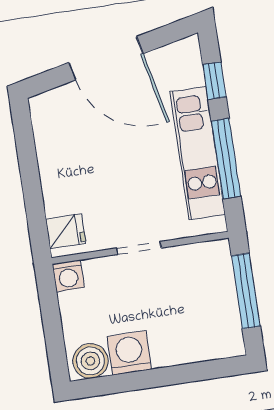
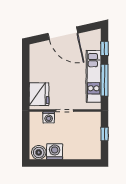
fridge: (66, 231) -> (39, 94), width x1.88, depth x1.34
washing machine: (68, 276) -> (49, 117), moved
window: (246, 291) -> (104, 134), width x0.46

